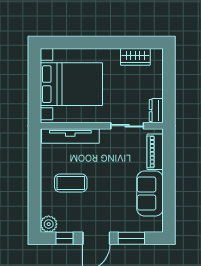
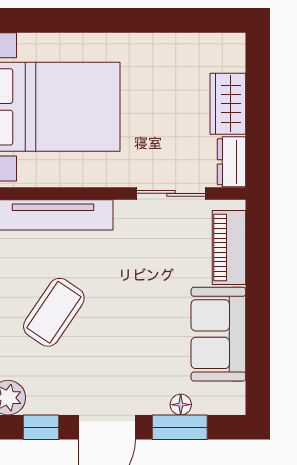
wardrobe: (135, 57) -> (228, 104), moved, turned 90
coffee table: (71, 183) -> (54, 312), turned -56
floor lamp: (132, 227) -> (181, 405), added

